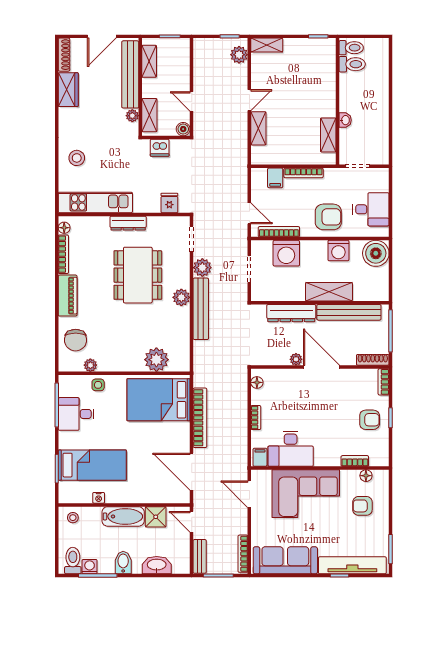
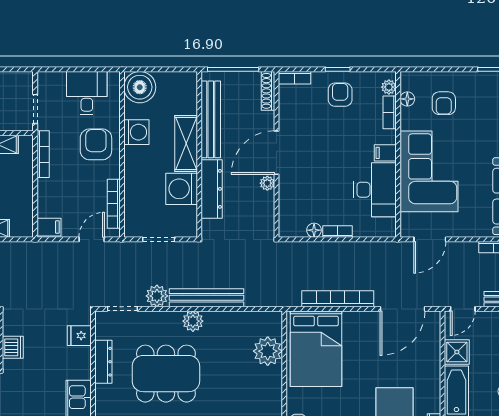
bookcase: (303, 173) -> (43, 154), moved
filing cabinet: (275, 178) -> (49, 227), moved
dresser: (128, 223) -> (103, 362), moved
washing machine: (286, 253) -> (182, 189), moved, turned 180
floor lamp: (257, 382) -> (314, 230), moved
filing cabinet: (260, 457) -> (385, 153), moved
plant: (376, 460) -> (389, 87), added

